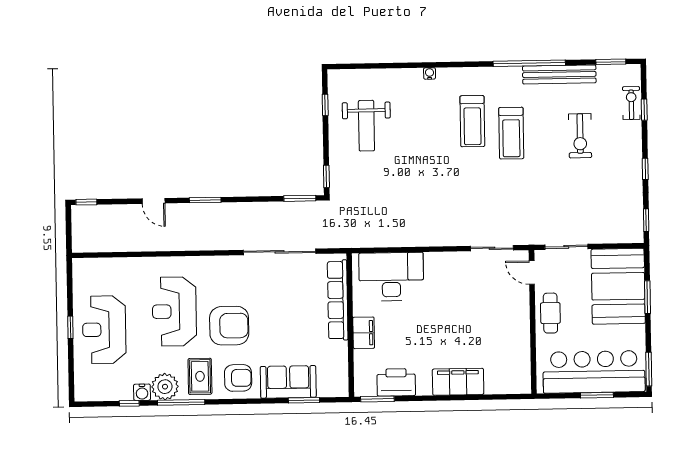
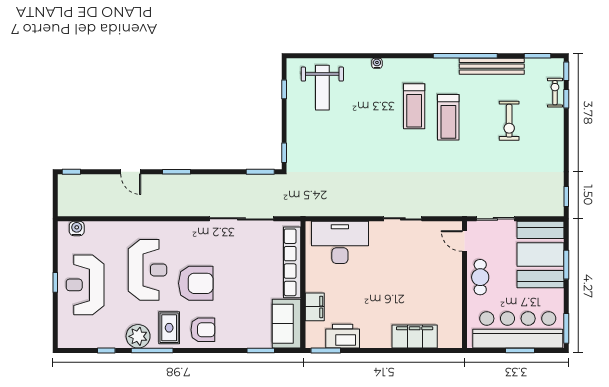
weight bench: (366, 126) -> (322, 88), moved
window: (645, 169) -> (566, 71), moved
sliding door: (492, 248) -> (403, 219), moved
reception desk: (174, 311) -> (147, 270), turned 180
filing cabinet: (364, 333) -> (315, 307), moved
sofa: (288, 382) -> (286, 324), moved, turned -90
filing cabinet: (458, 382) -> (415, 336), moved
water cooler: (142, 392) -> (77, 228), moved, turned 180

